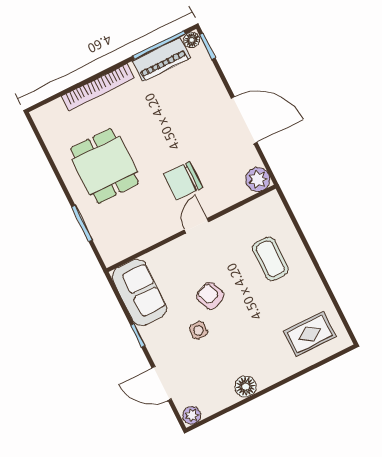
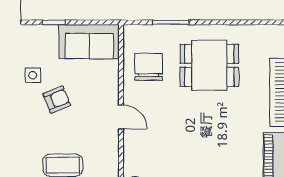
chair: (183, 181) -> (149, 67), moved

